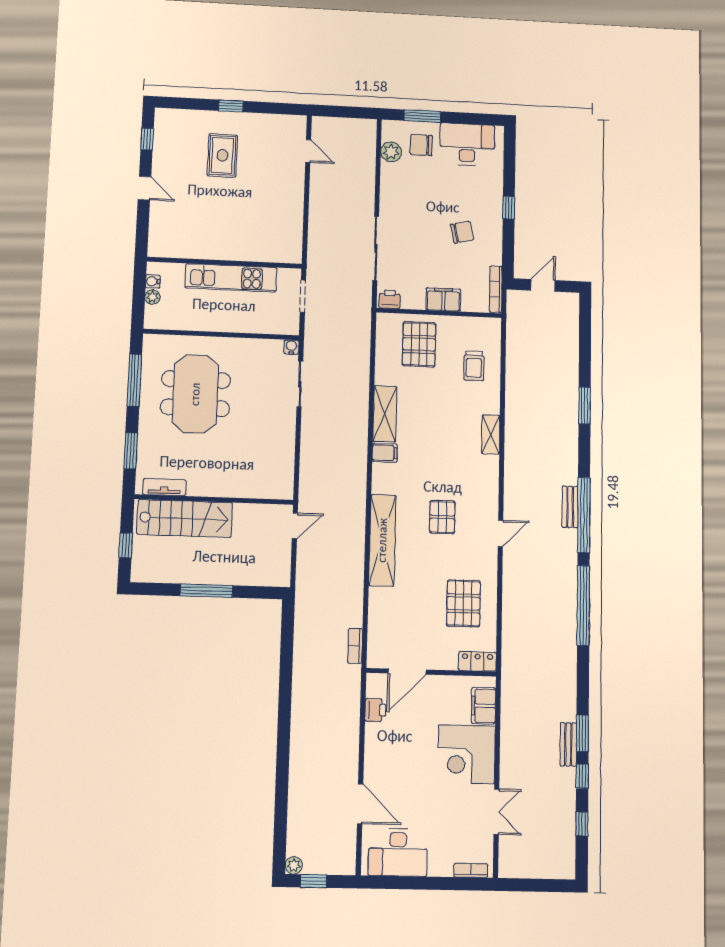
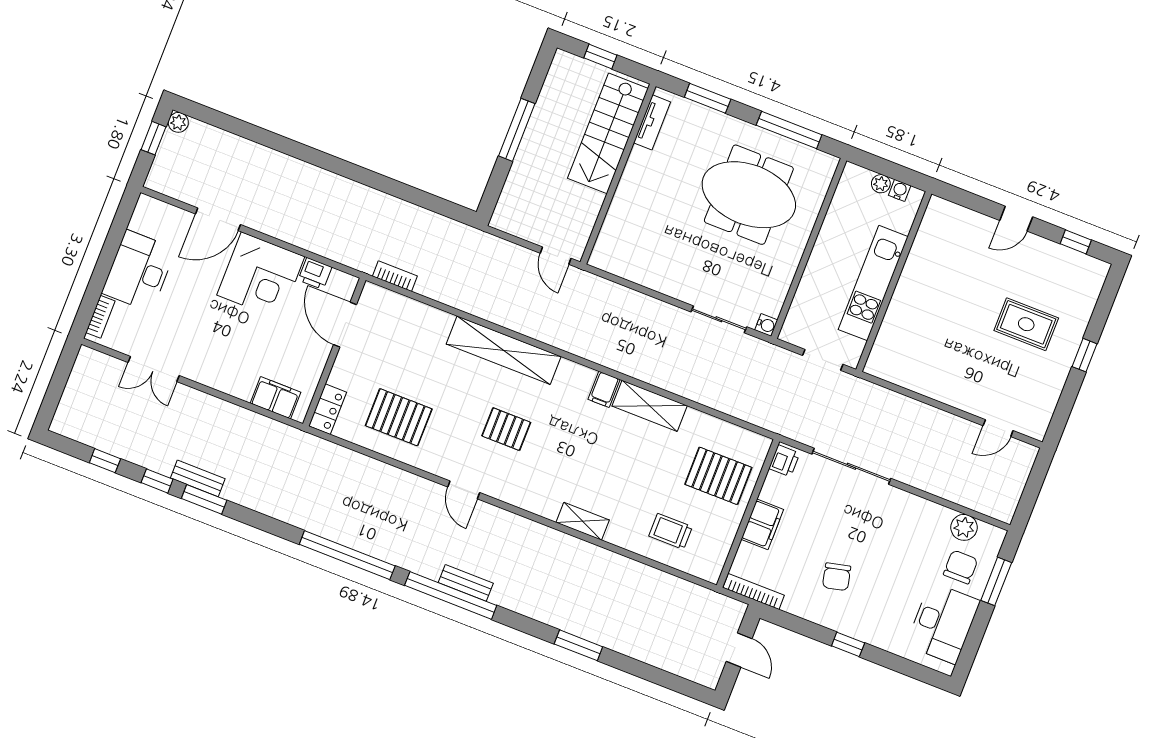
corner desk: (467, 754) -> (261, 276), moved, turned 180
desk: (398, 852) -> (139, 271), moved

